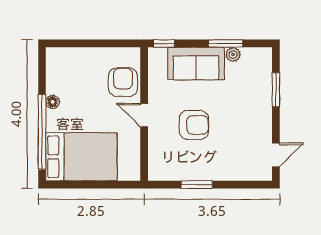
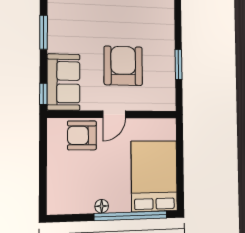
plant: (233, 55) -> (55, 25), removed
sofa: (196, 64) -> (64, 82), moved
armchair: (194, 125) -> (123, 66), width x1.36, depth x1.36

